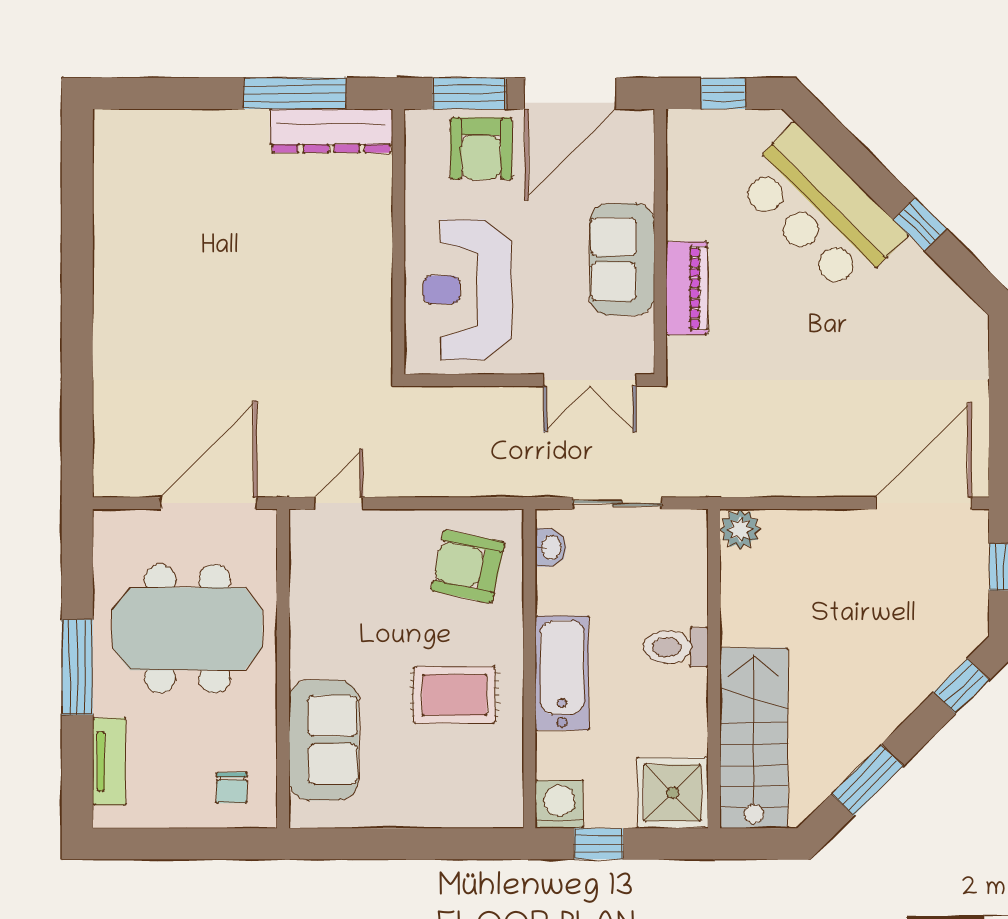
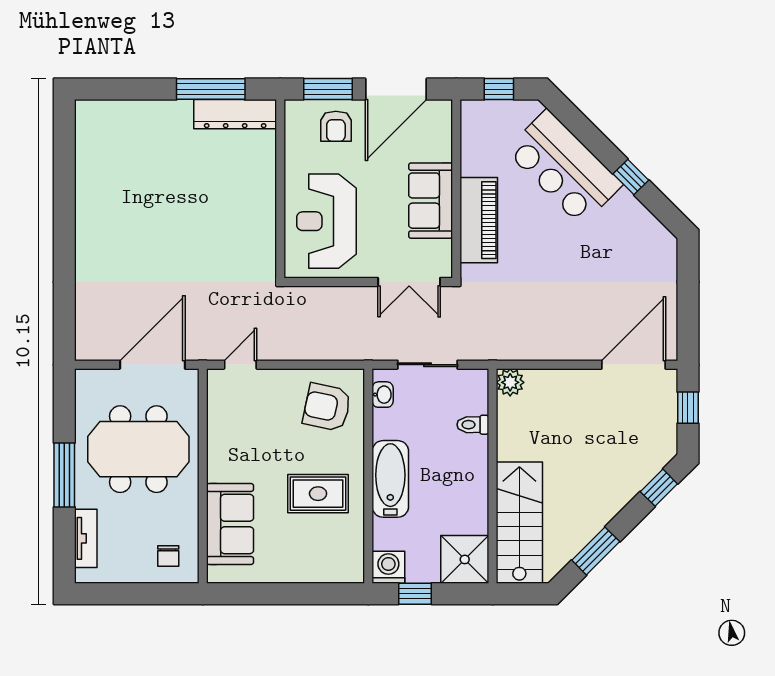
armchair: (481, 149) -> (336, 126), width x0.72, depth x0.72
piano: (687, 288) -> (479, 220), width x1.37, depth x1.33
toilet: (676, 647) -> (473, 425), moved, width x0.73, depth x0.72

